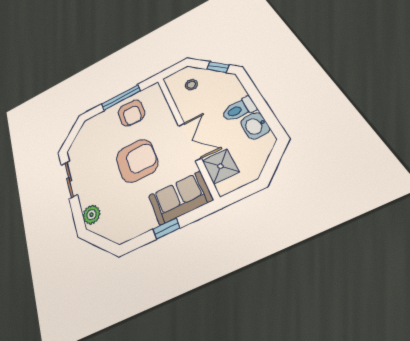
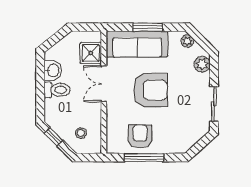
armchair: (137, 161) -> (151, 90), turned 180
sofa: (180, 198) -> (137, 44), width x1.36
window: (166, 229) -> (147, 27), width x1.50
plant: (115, 234) -> (187, 41), added

